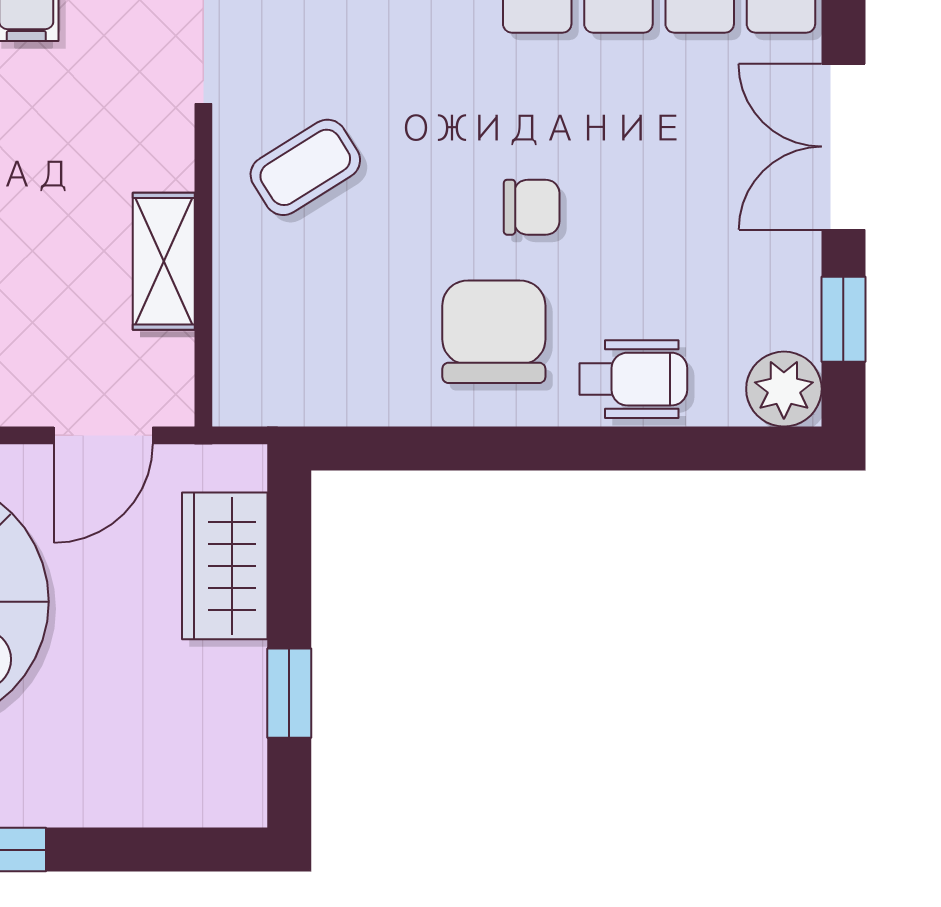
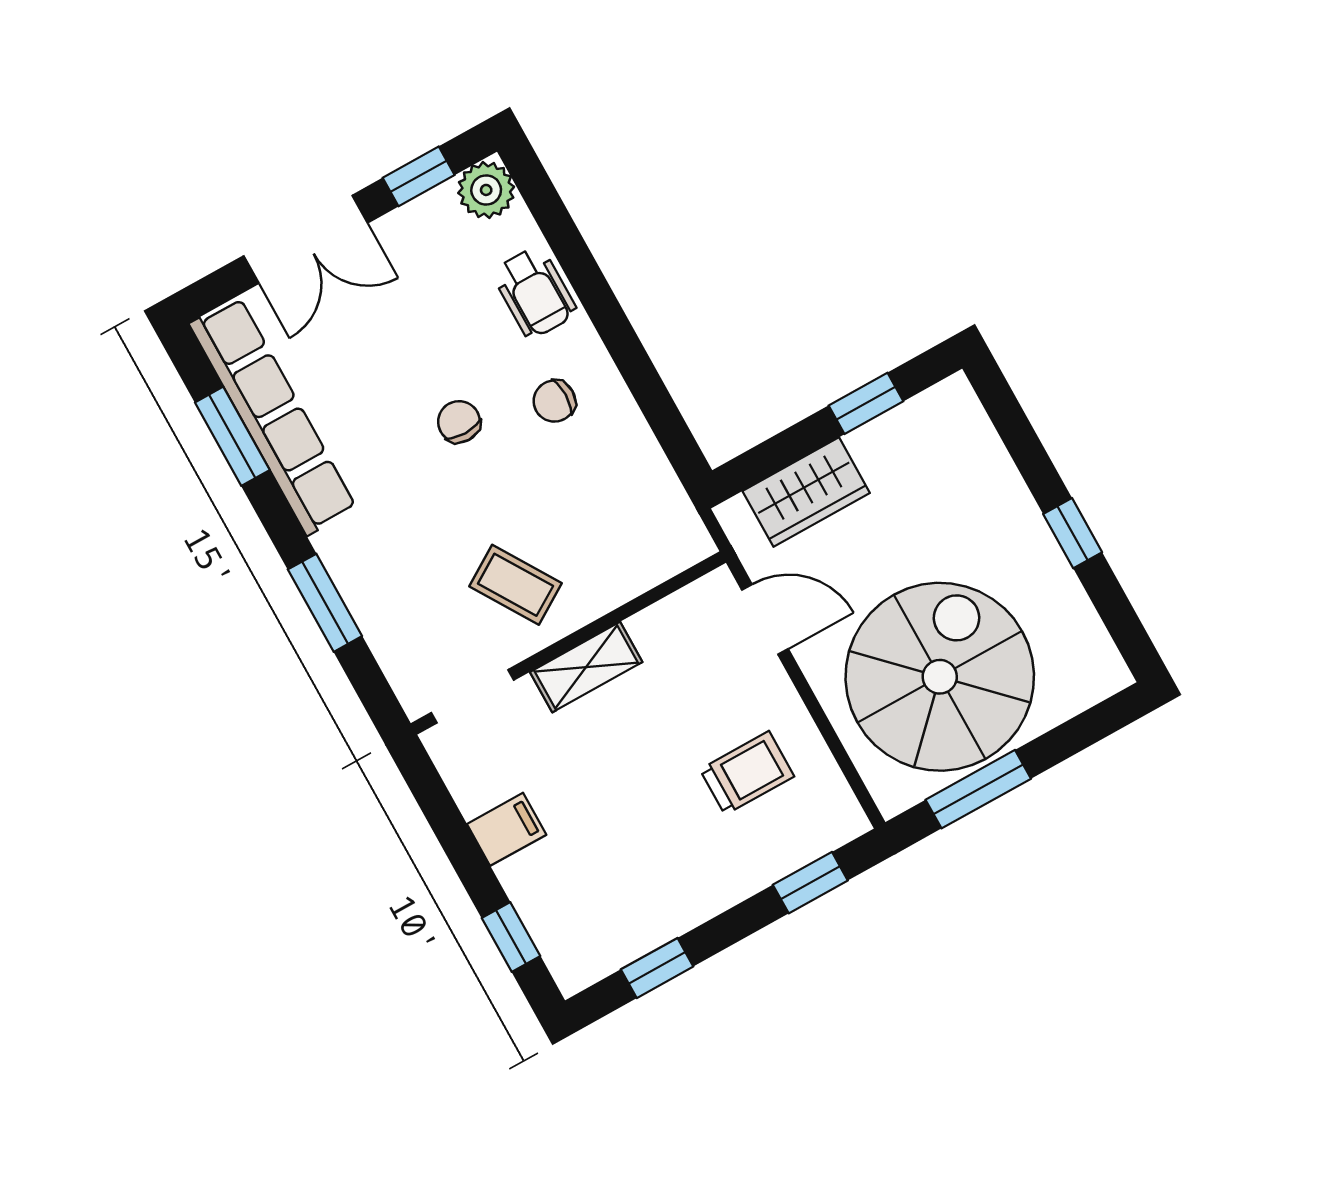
shelving: (164, 261) -> (586, 667), moved
chair: (494, 332) -> (554, 401), width x0.54, depth x0.54
wheelchair: (633, 379) -> (535, 292), turned 180

